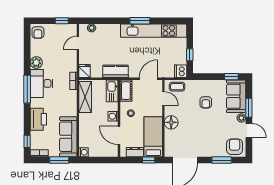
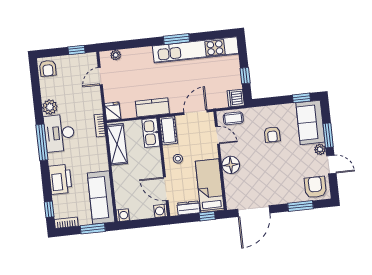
washing machine: (113, 116) -> (161, 211), moved

